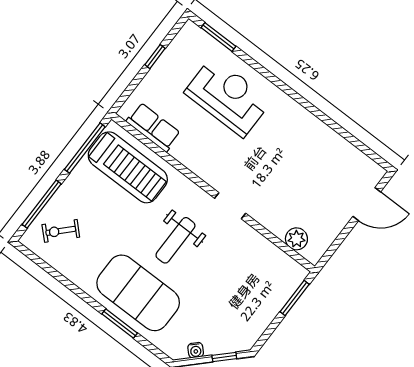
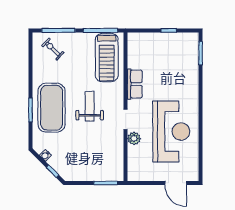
reception desk: (228, 97) -> (171, 132), moved, width x1.36, depth x1.30
row of seats: (153, 127) -> (135, 84), moved
plant: (296, 239) -> (134, 138), moved
weight bench: (175, 240) -> (90, 106), turned 90

